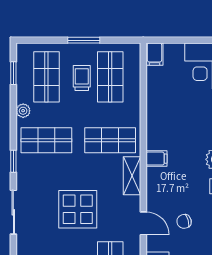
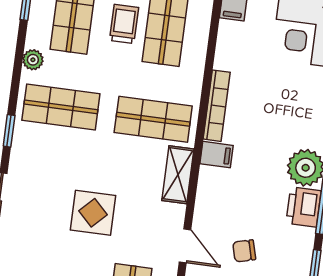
bookcase: (152, 125) -> (217, 106), added
display table: (78, 209) -> (93, 213), width x0.73, depth x0.73

